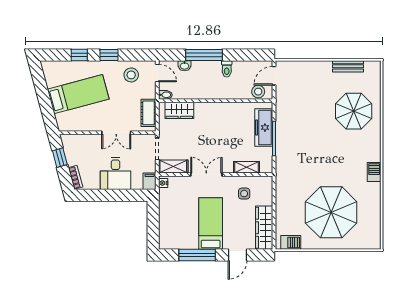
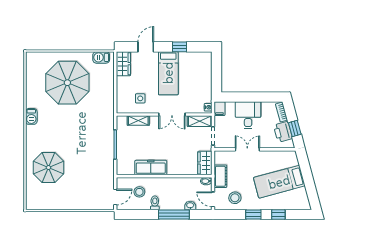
bench: (348, 66) -> (53, 205), removed
stool: (258, 92) -> (139, 192), moved
wardrobe: (179, 110) -> (205, 163), moved, turned -90
cot: (148, 113) -> (220, 176), moved
freezer: (264, 128) -> (151, 168), moved, turned -90
printer: (74, 154) -> (283, 132), added
wardrobe: (264, 228) -> (123, 64), width x0.67
window: (197, 255) -> (180, 47), width x0.46

